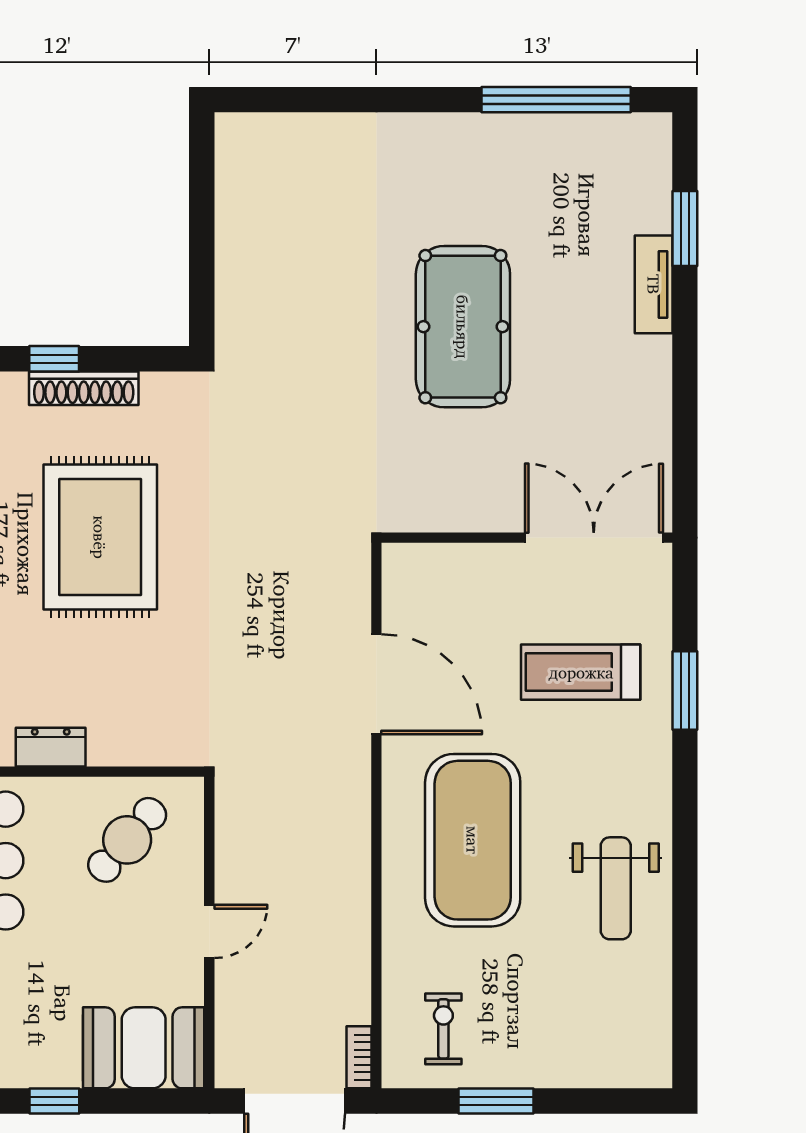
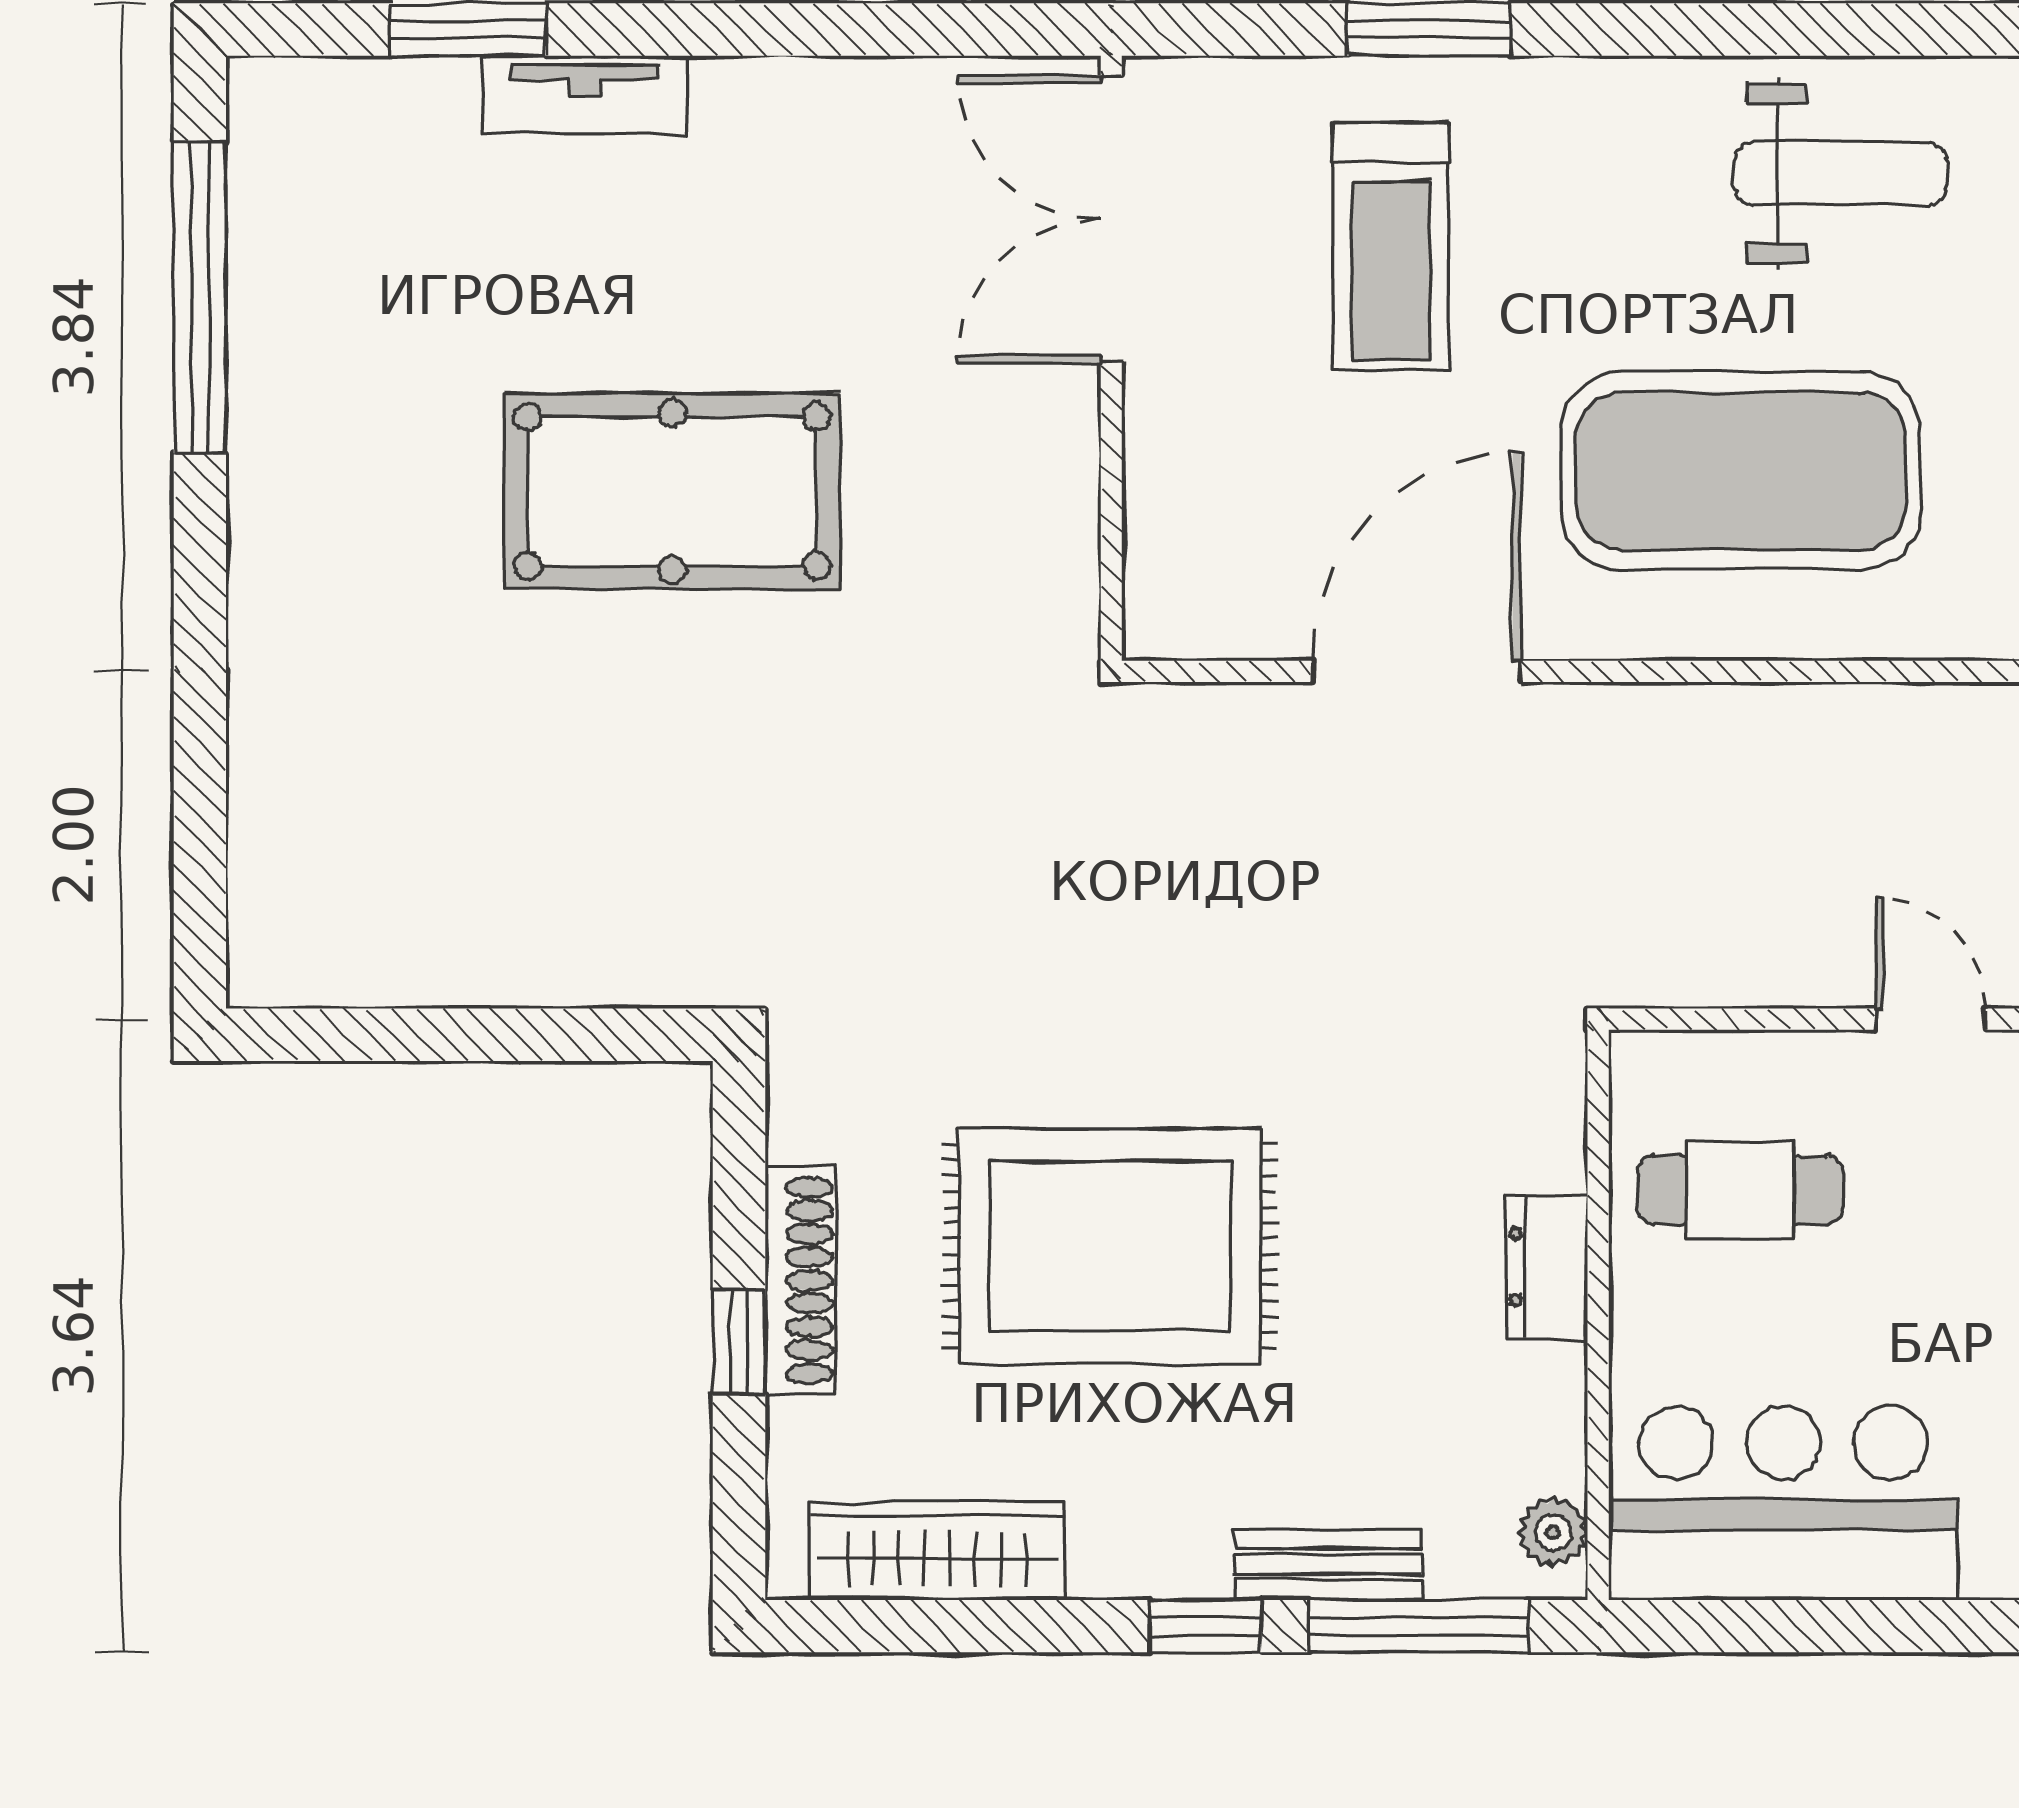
dresser: (51, 747) -> (1547, 1267), moved
cafe table: (127, 840) -> (1740, 1190), turned -41

